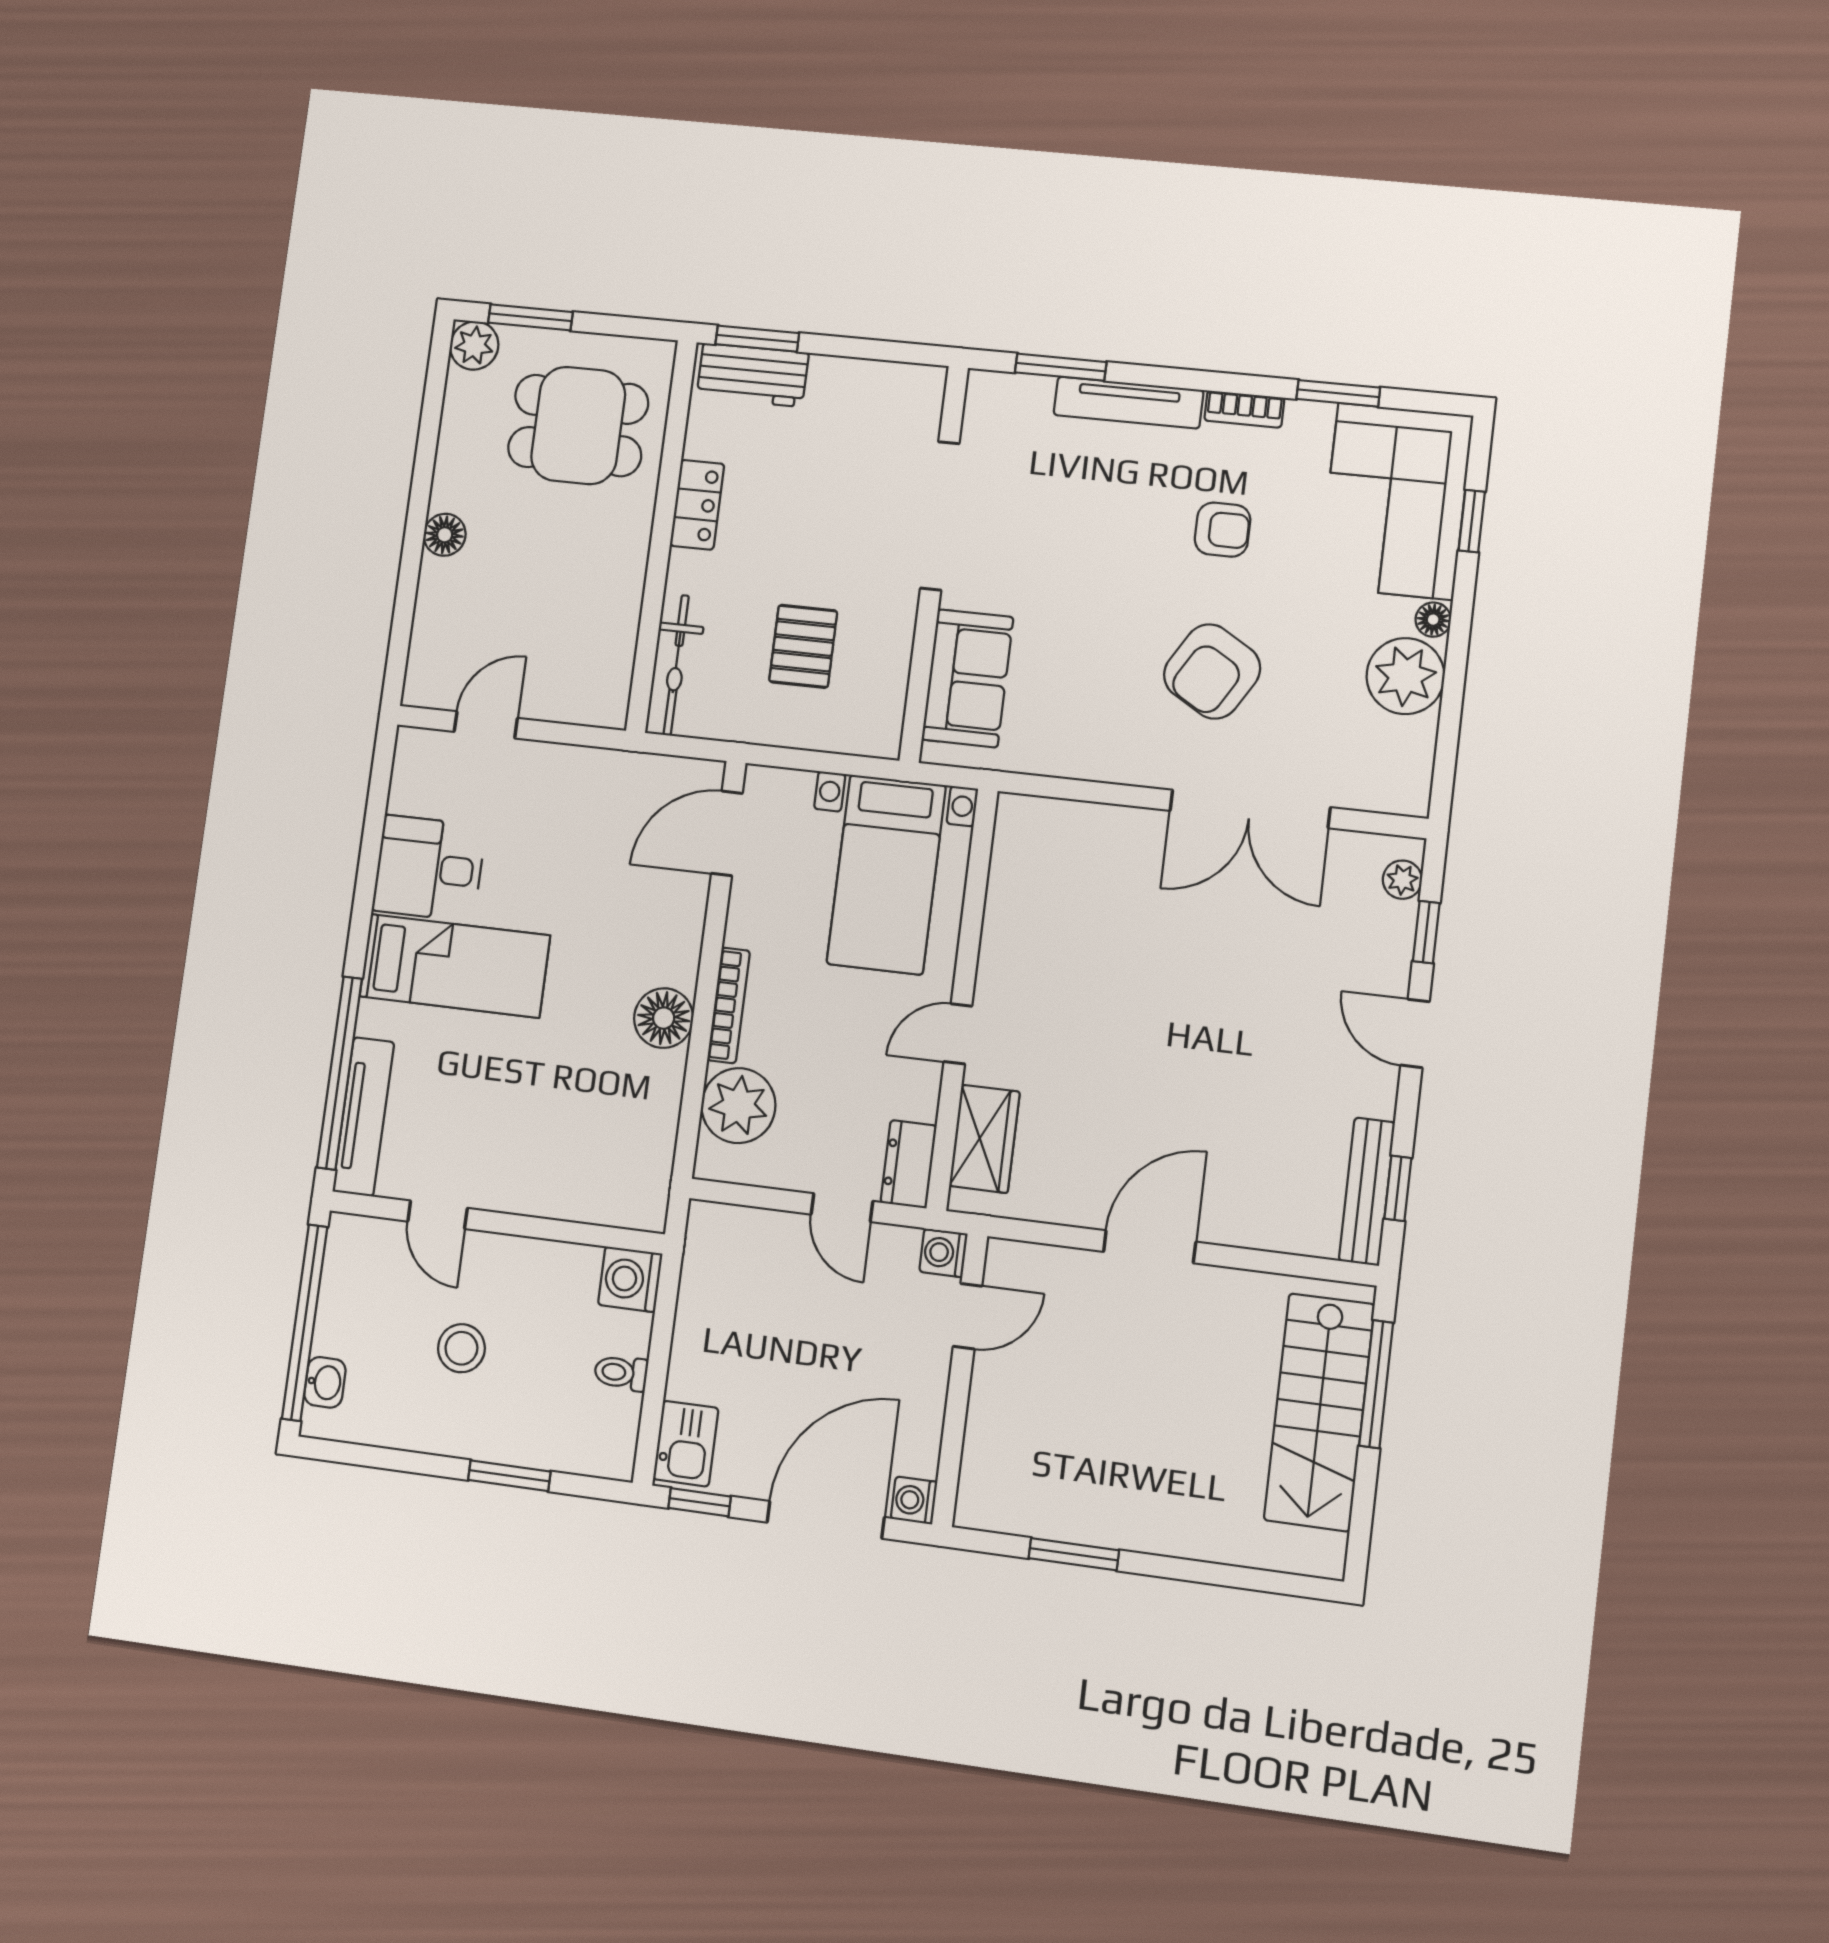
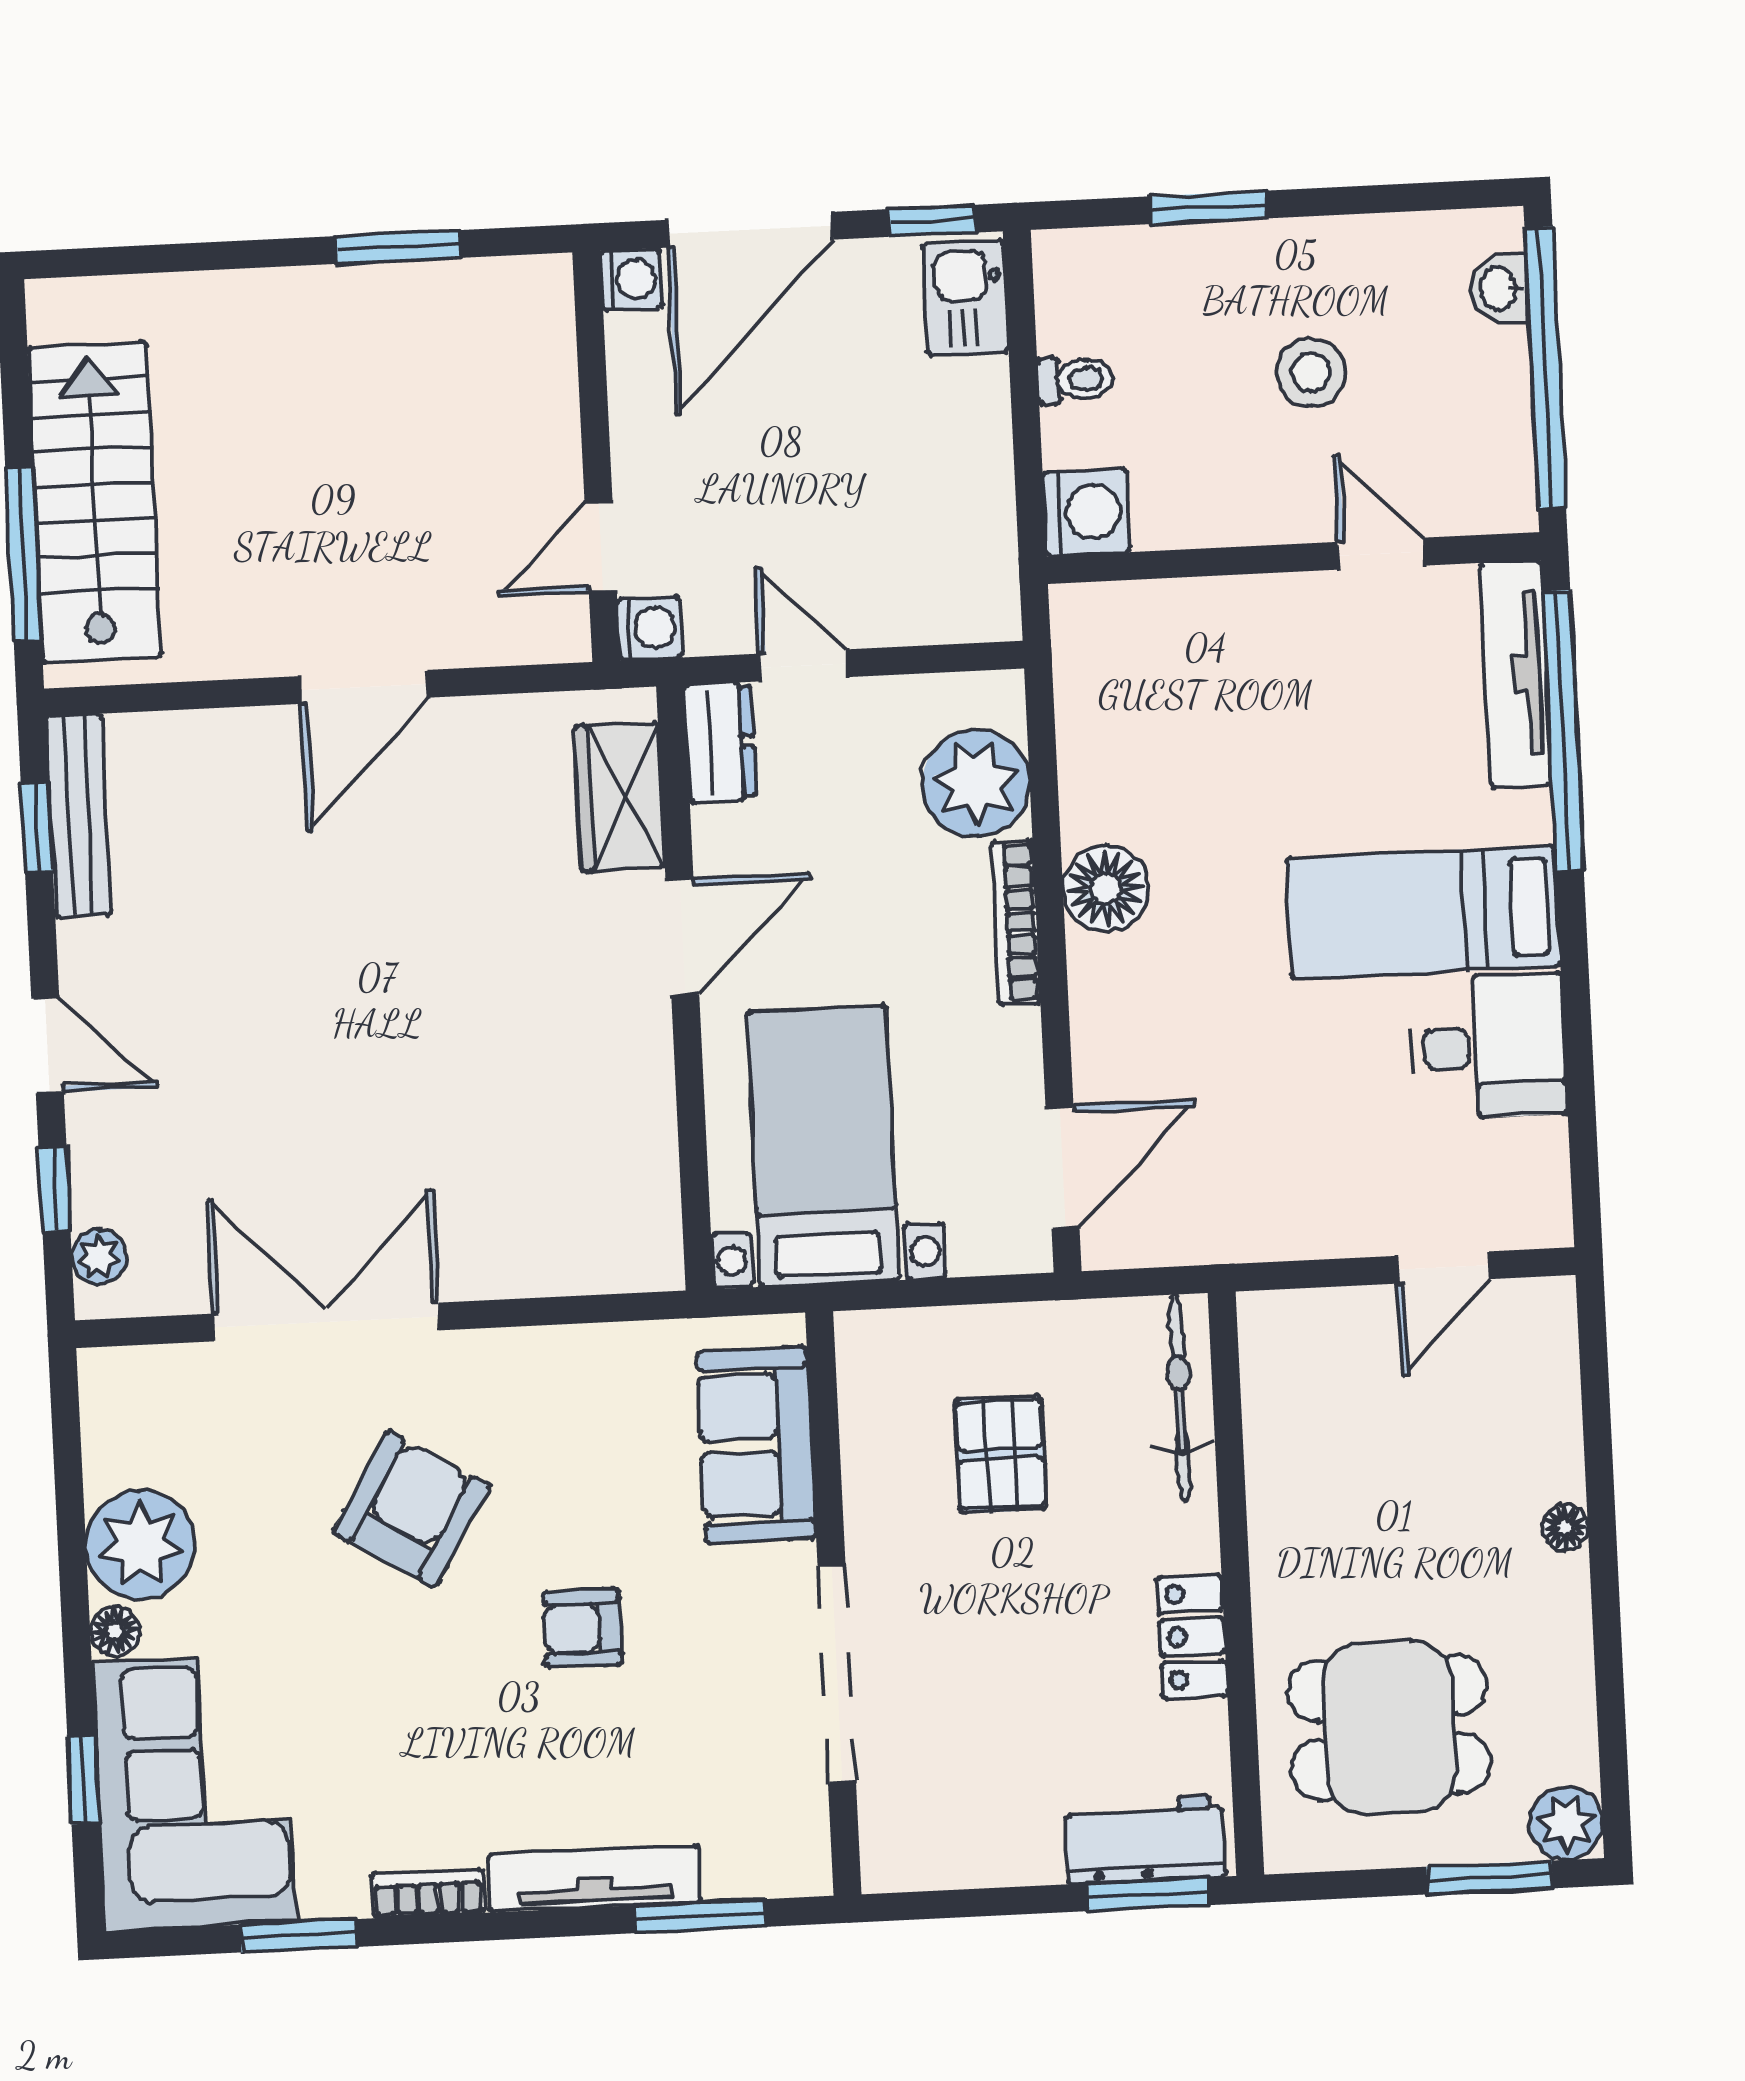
armchair: (1222, 530) -> (583, 1628), moved
floor lamp: (445, 535) -> (1565, 1527), width x0.73, depth x0.73
door: (958, 1034) -> (682, 937), width x1.38

